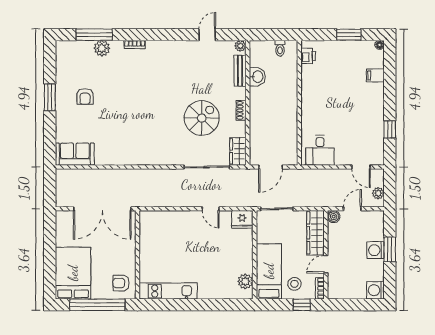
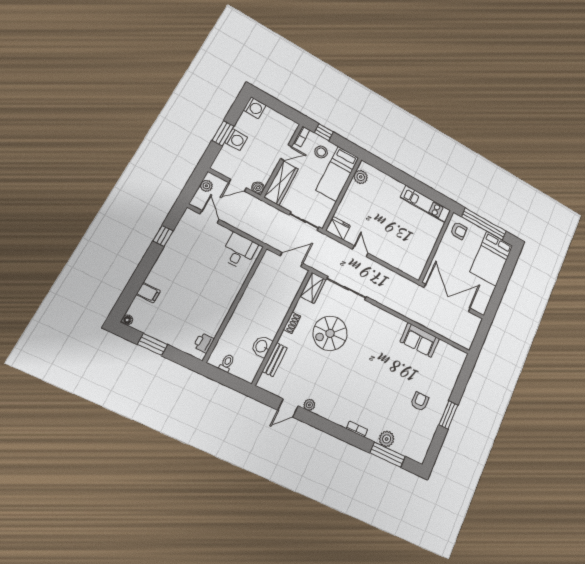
plant: (240, 46) -> (309, 405), moved
sofa: (75, 154) -> (420, 340), moved

